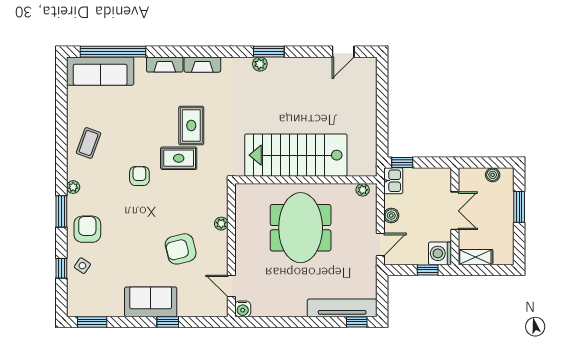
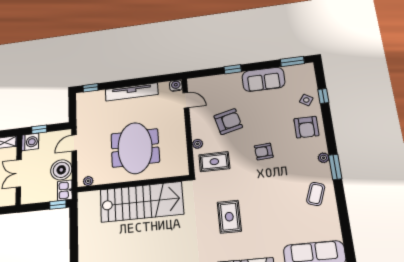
rug: (179, 158) -> (214, 162), moved
armchair: (139, 176) -> (264, 151), moved, turned 86
window: (61, 211) -> (335, 167), moved
boiler: (391, 216) -> (61, 170), width x1.86, depth x1.86
sofa: (151, 302) -> (263, 79), moved
tv unit: (342, 308) -> (132, 92), moved

